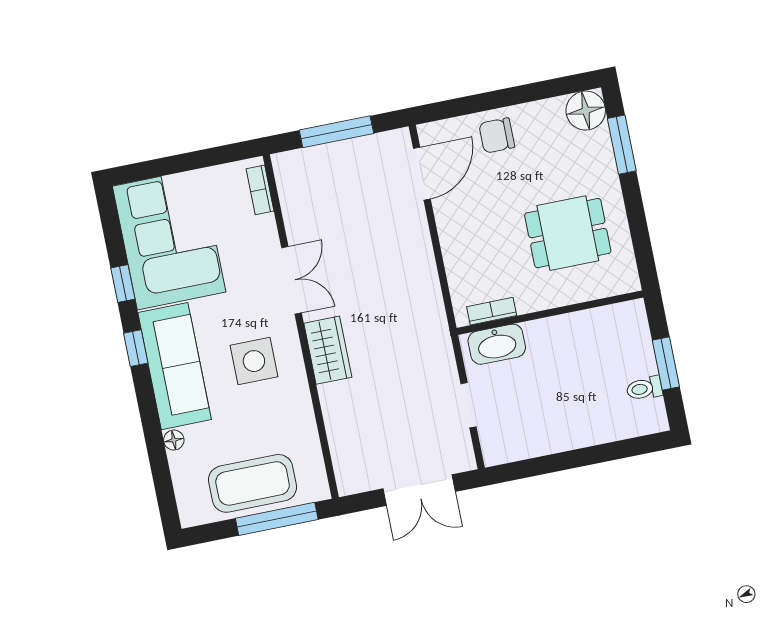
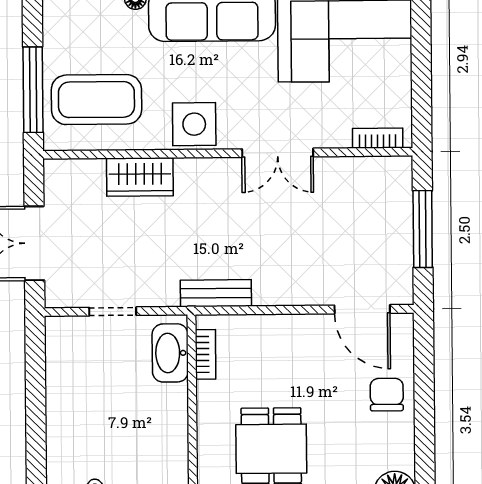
bench: (433, 312) -> (216, 293), added
wardrobe: (328, 350) -> (140, 177), moved
side table: (254, 361) -> (194, 124), moved
coffee table: (253, 483) -> (96, 100), moved, turned 90

